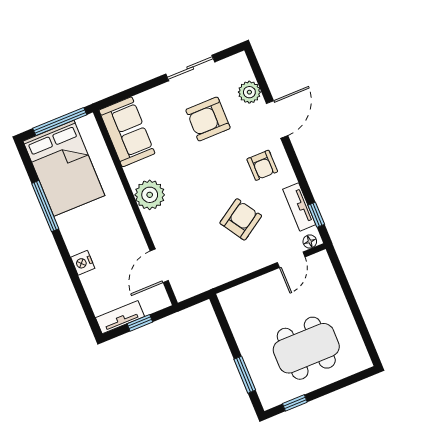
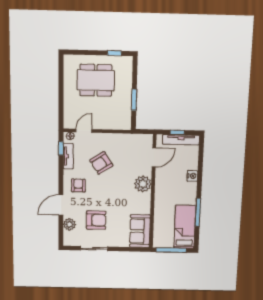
bed: (64, 168) -> (185, 227), width x0.67
plant: (150, 195) -> (143, 184), moved
tv unit: (120, 317) -> (181, 140), width x1.41
window: (245, 375) -> (134, 100), moved

